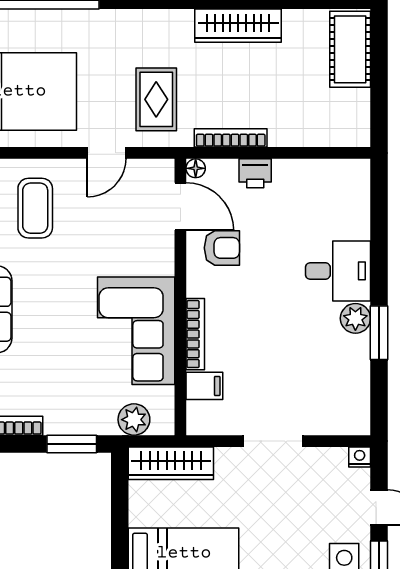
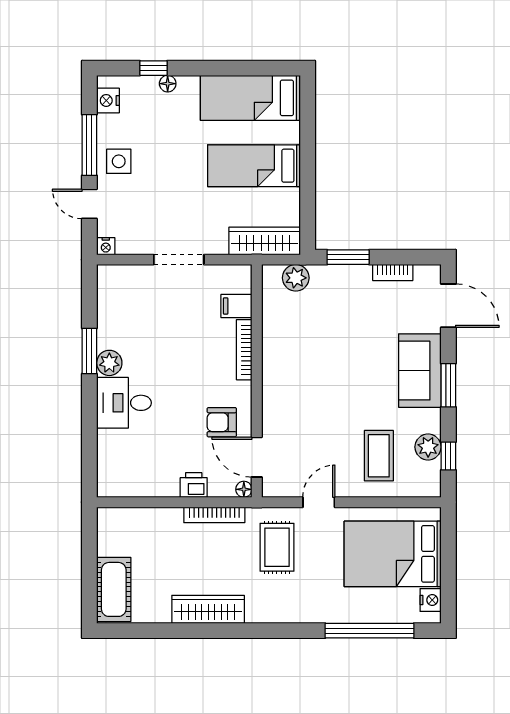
corner sofa: (136, 331) -> (294, 352), removed

